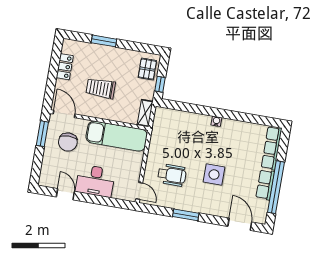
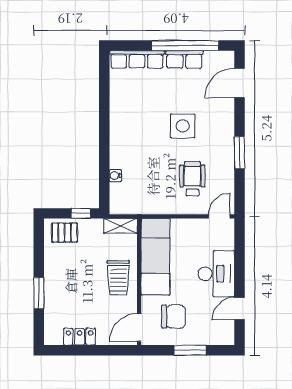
trolley: (101, 88) -> (118, 278), moved
water cooler: (216, 121) -> (115, 176), moved
window: (42, 134) -> (190, 350), moved

